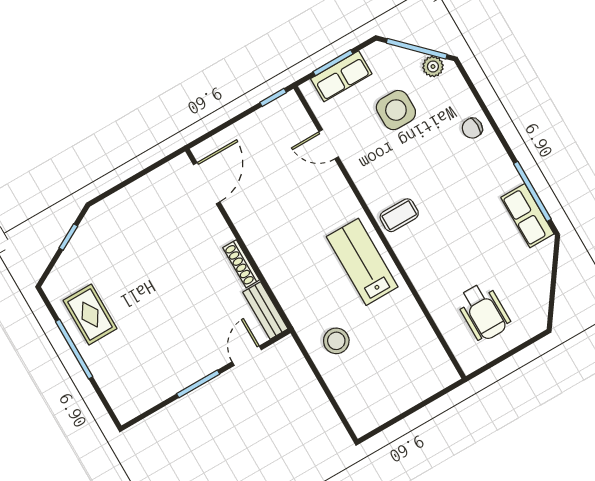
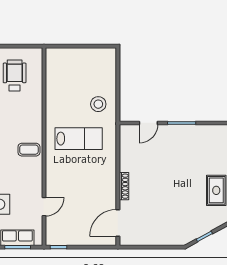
door: (329, 144) -> (44, 207), hinge flipped
lab bench: (362, 262) -> (79, 139), moved, turned -90
shoe rack: (241, 264) -> (124, 186), moved
bench: (265, 311) -> (125, 141), removed

